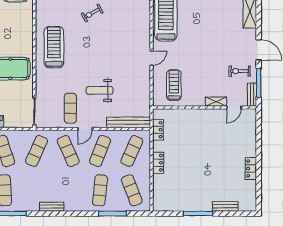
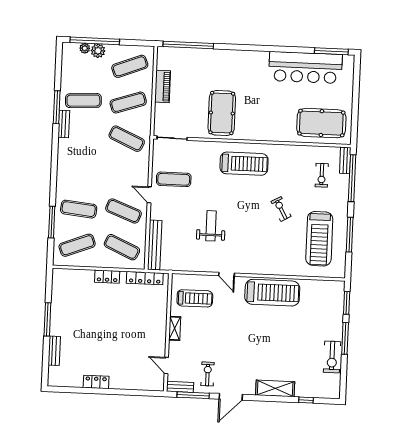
weight bench: (100, 90) -> (211, 226), moved
shelving: (216, 102) -> (175, 328), moved
locker: (158, 130) -> (145, 278), width x1.53
exercise mat: (68, 151) -> (125, 175), removed
bench: (52, 207) -> (64, 124), moved

